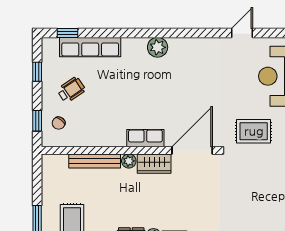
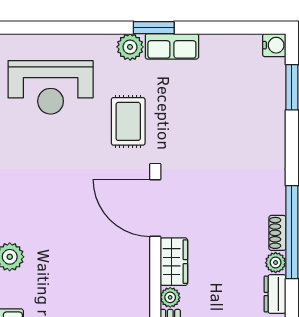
row of seats: (145, 138) -> (138, 274), removed

